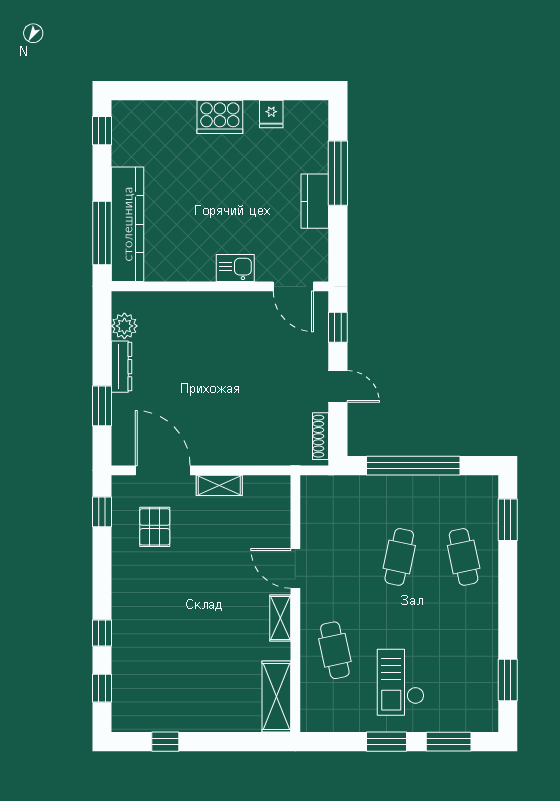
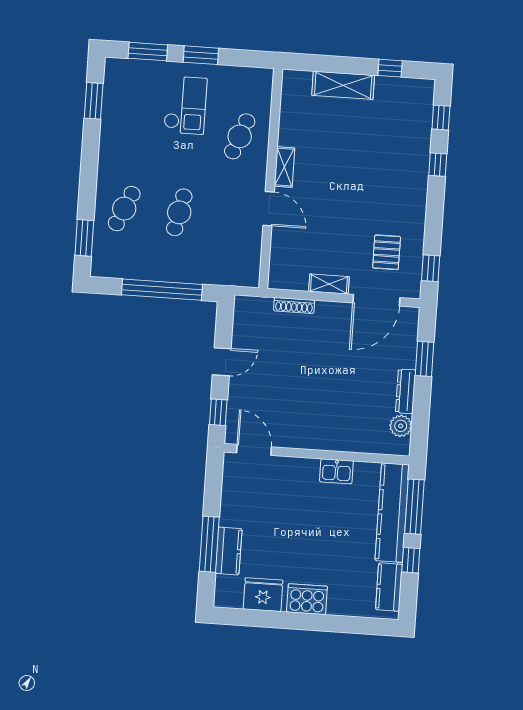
fridge: (271, 114) -> (263, 595), width x1.88, depth x1.34
window: (102, 131) -> (411, 560), moved
kitchen counter: (125, 137) -> (389, 587), added
kitchen counter: (315, 201) -> (229, 551), moved
kitchen sink: (235, 268) -> (336, 471), moved
door: (338, 386) -> (222, 362), swing flipped
shoe rack: (320, 436) -> (294, 305), moved, turned 90
door: (163, 470) -> (376, 300), hinge flipped
cafe table: (464, 557) -> (124, 209), turned 36
cafe table: (335, 650) -> (240, 136), turned 33
shelving: (276, 696) -> (343, 85), moved, turned 90

